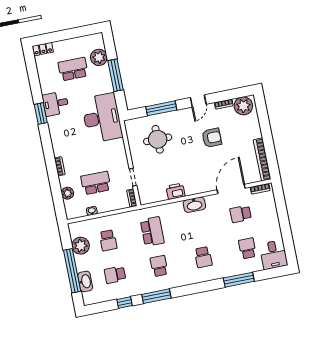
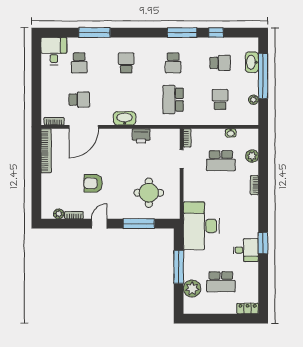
plant: (243, 106) -> (59, 214), width x0.53, depth x0.53
plant: (81, 246) -> (253, 100), width x0.53, depth x0.53

